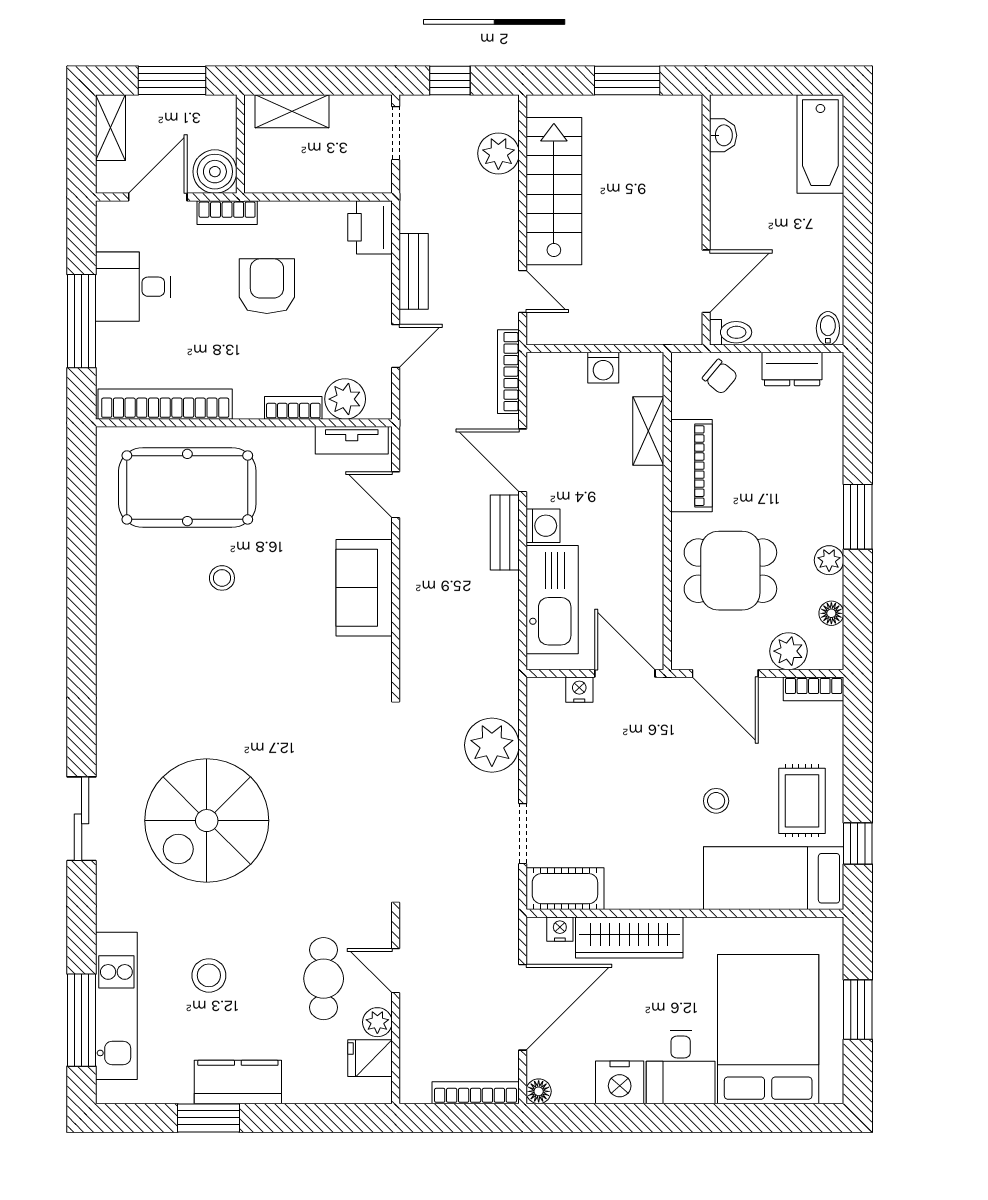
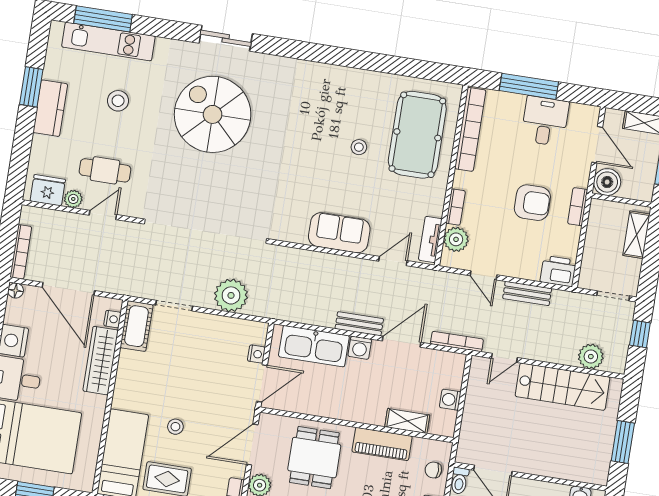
bookcase: (227, 213) -> (578, 207), moved
chair: (720, 377) -> (433, 470), turned 50
fridge: (370, 1058) -> (48, 190), width x1.38

